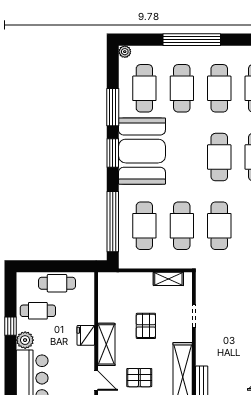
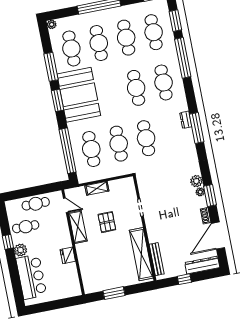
shelving: (168, 279) -> (97, 188), moved
fridge: (86, 335) -> (68, 255), moved
shelving: (106, 344) -> (78, 227), moved
pallet: (139, 378) -> (110, 261), removed
door: (96, 381) -> (66, 205), moved

